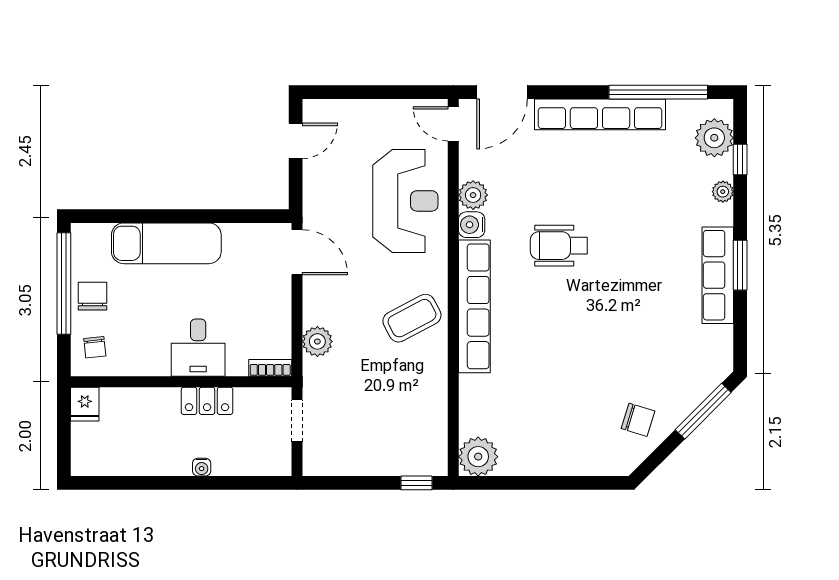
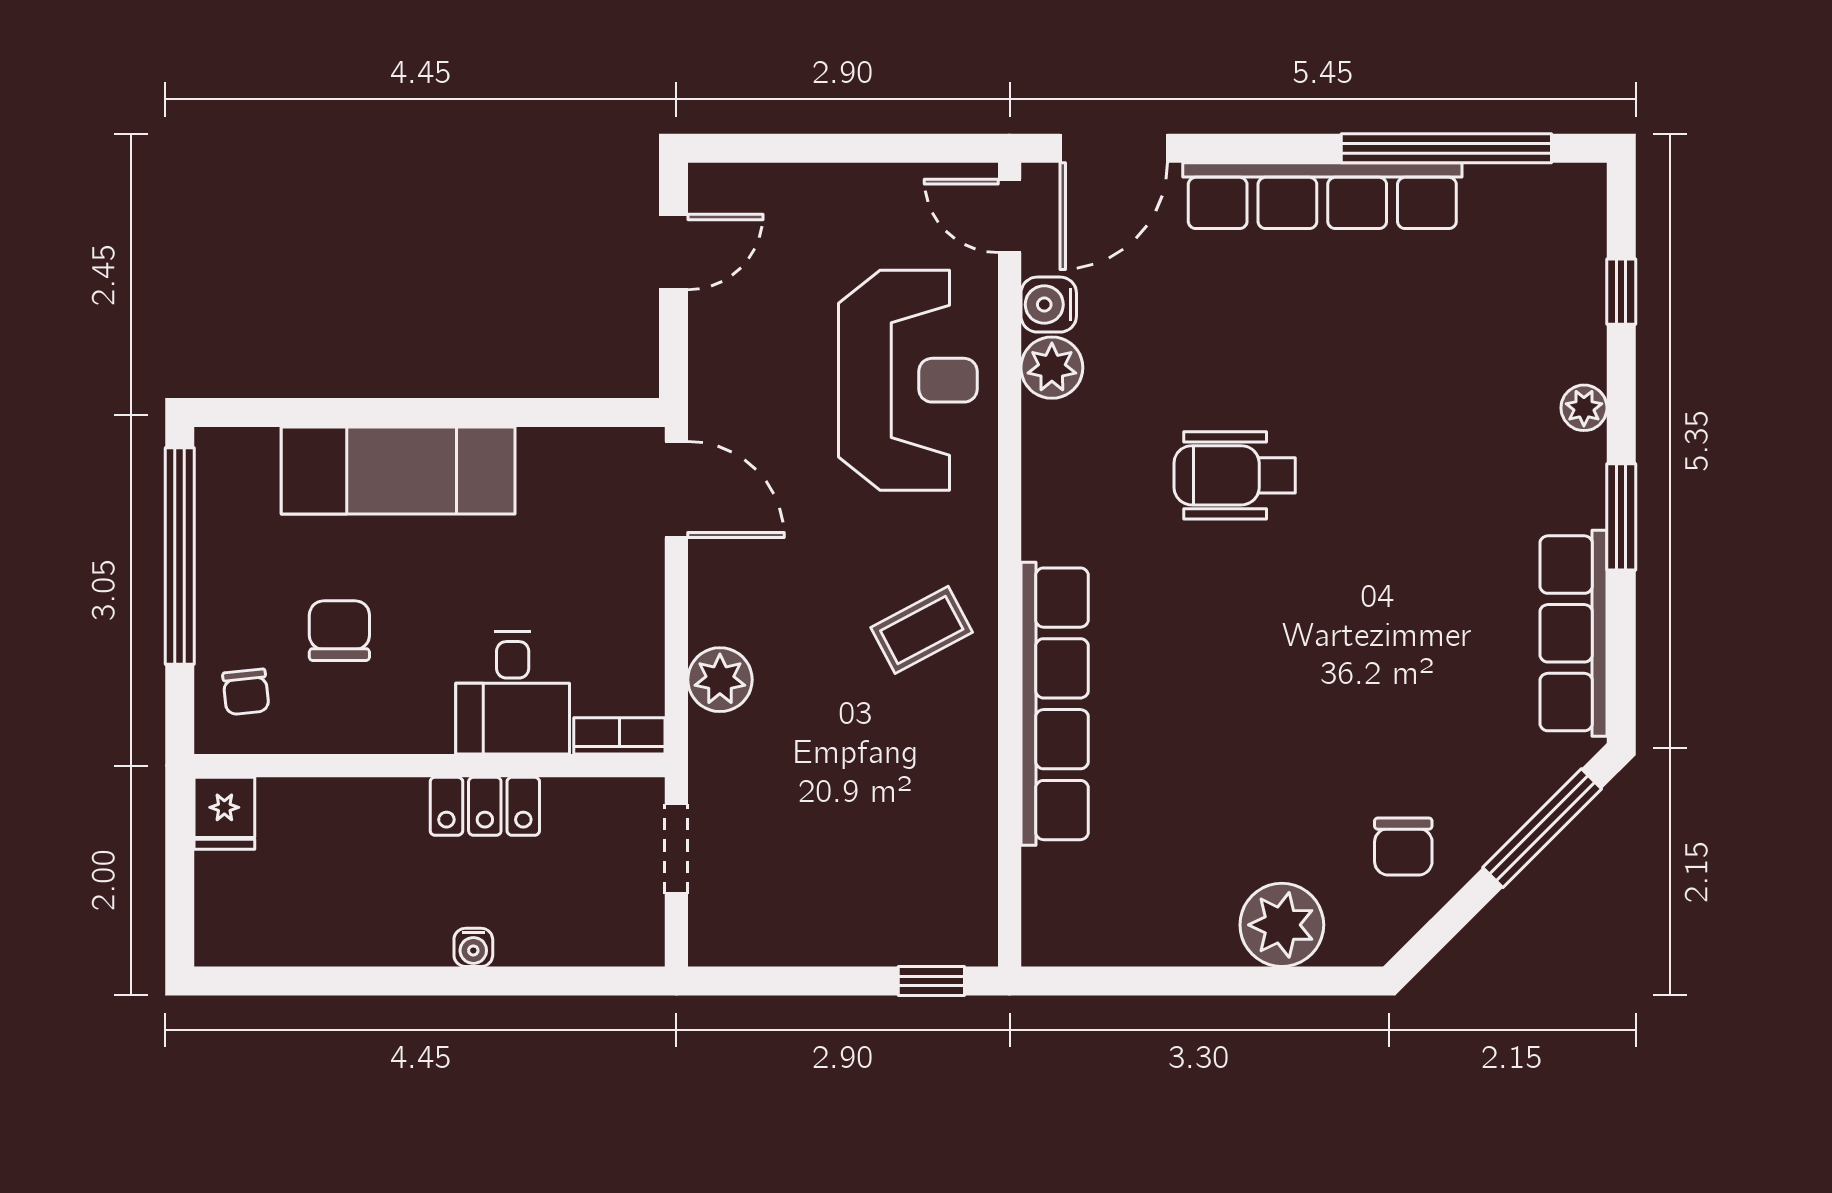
plant: (714, 138) -> (1566, 246), removed
plant: (723, 192) -> (1584, 408), moved
water cooler: (472, 225) -> (1049, 305), moved
row of seats: (718, 275) -> (1573, 633), moved
chair: (92, 296) -> (339, 631), moved
row of seats: (474, 306) -> (1055, 704), moved
coffee table: (412, 318) -> (922, 630), width x0.73, depth x0.77
desk: (198, 348) -> (513, 693), moved
chair: (638, 420) -> (1403, 847), turned 73
plant: (478, 457) -> (1282, 925), moved

